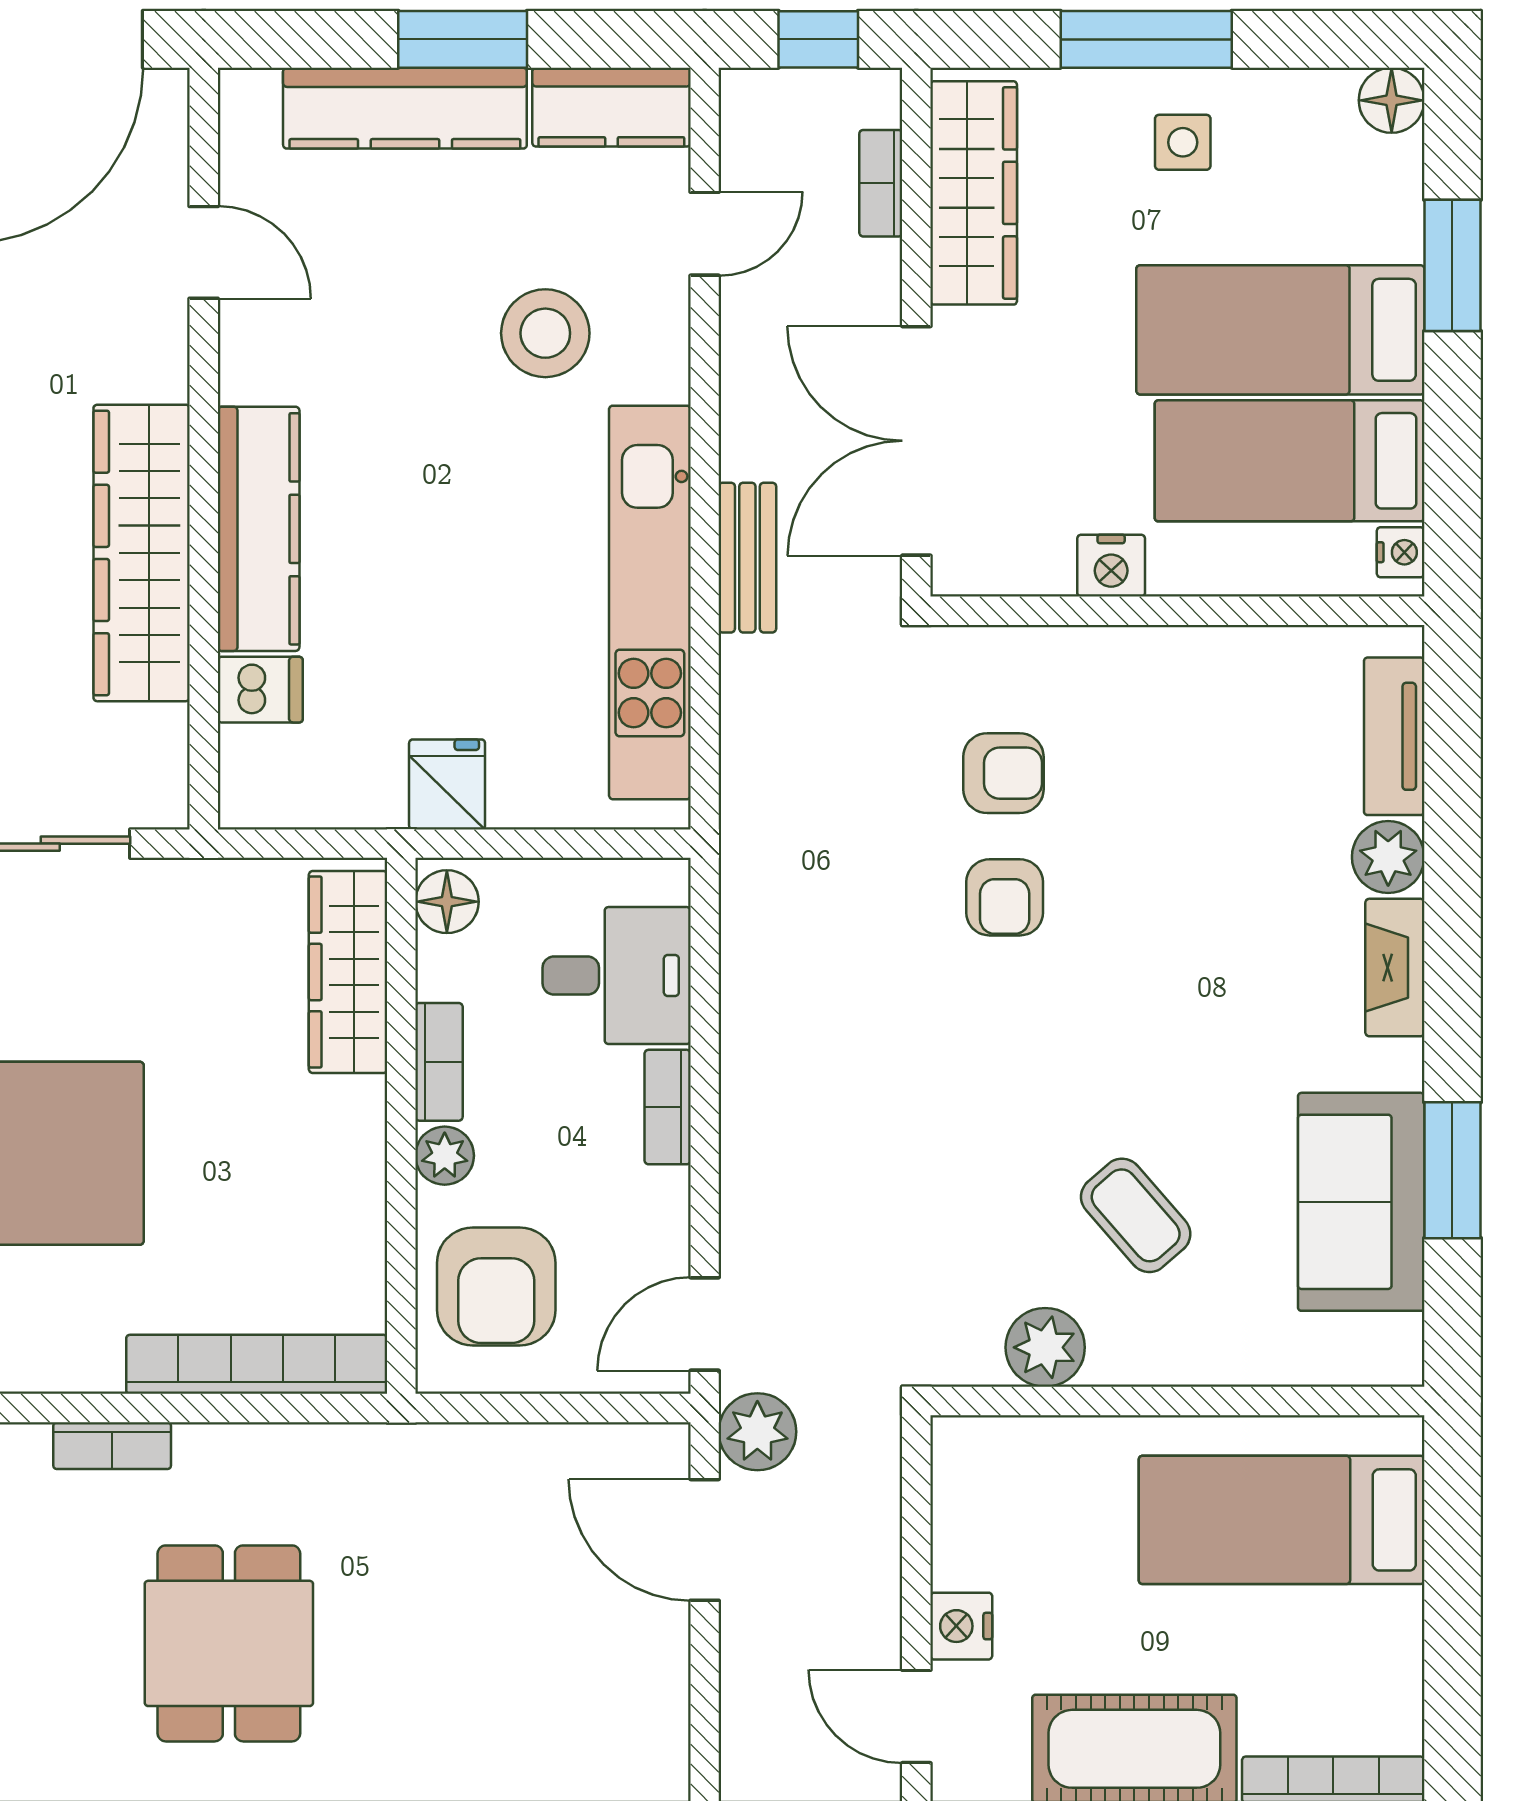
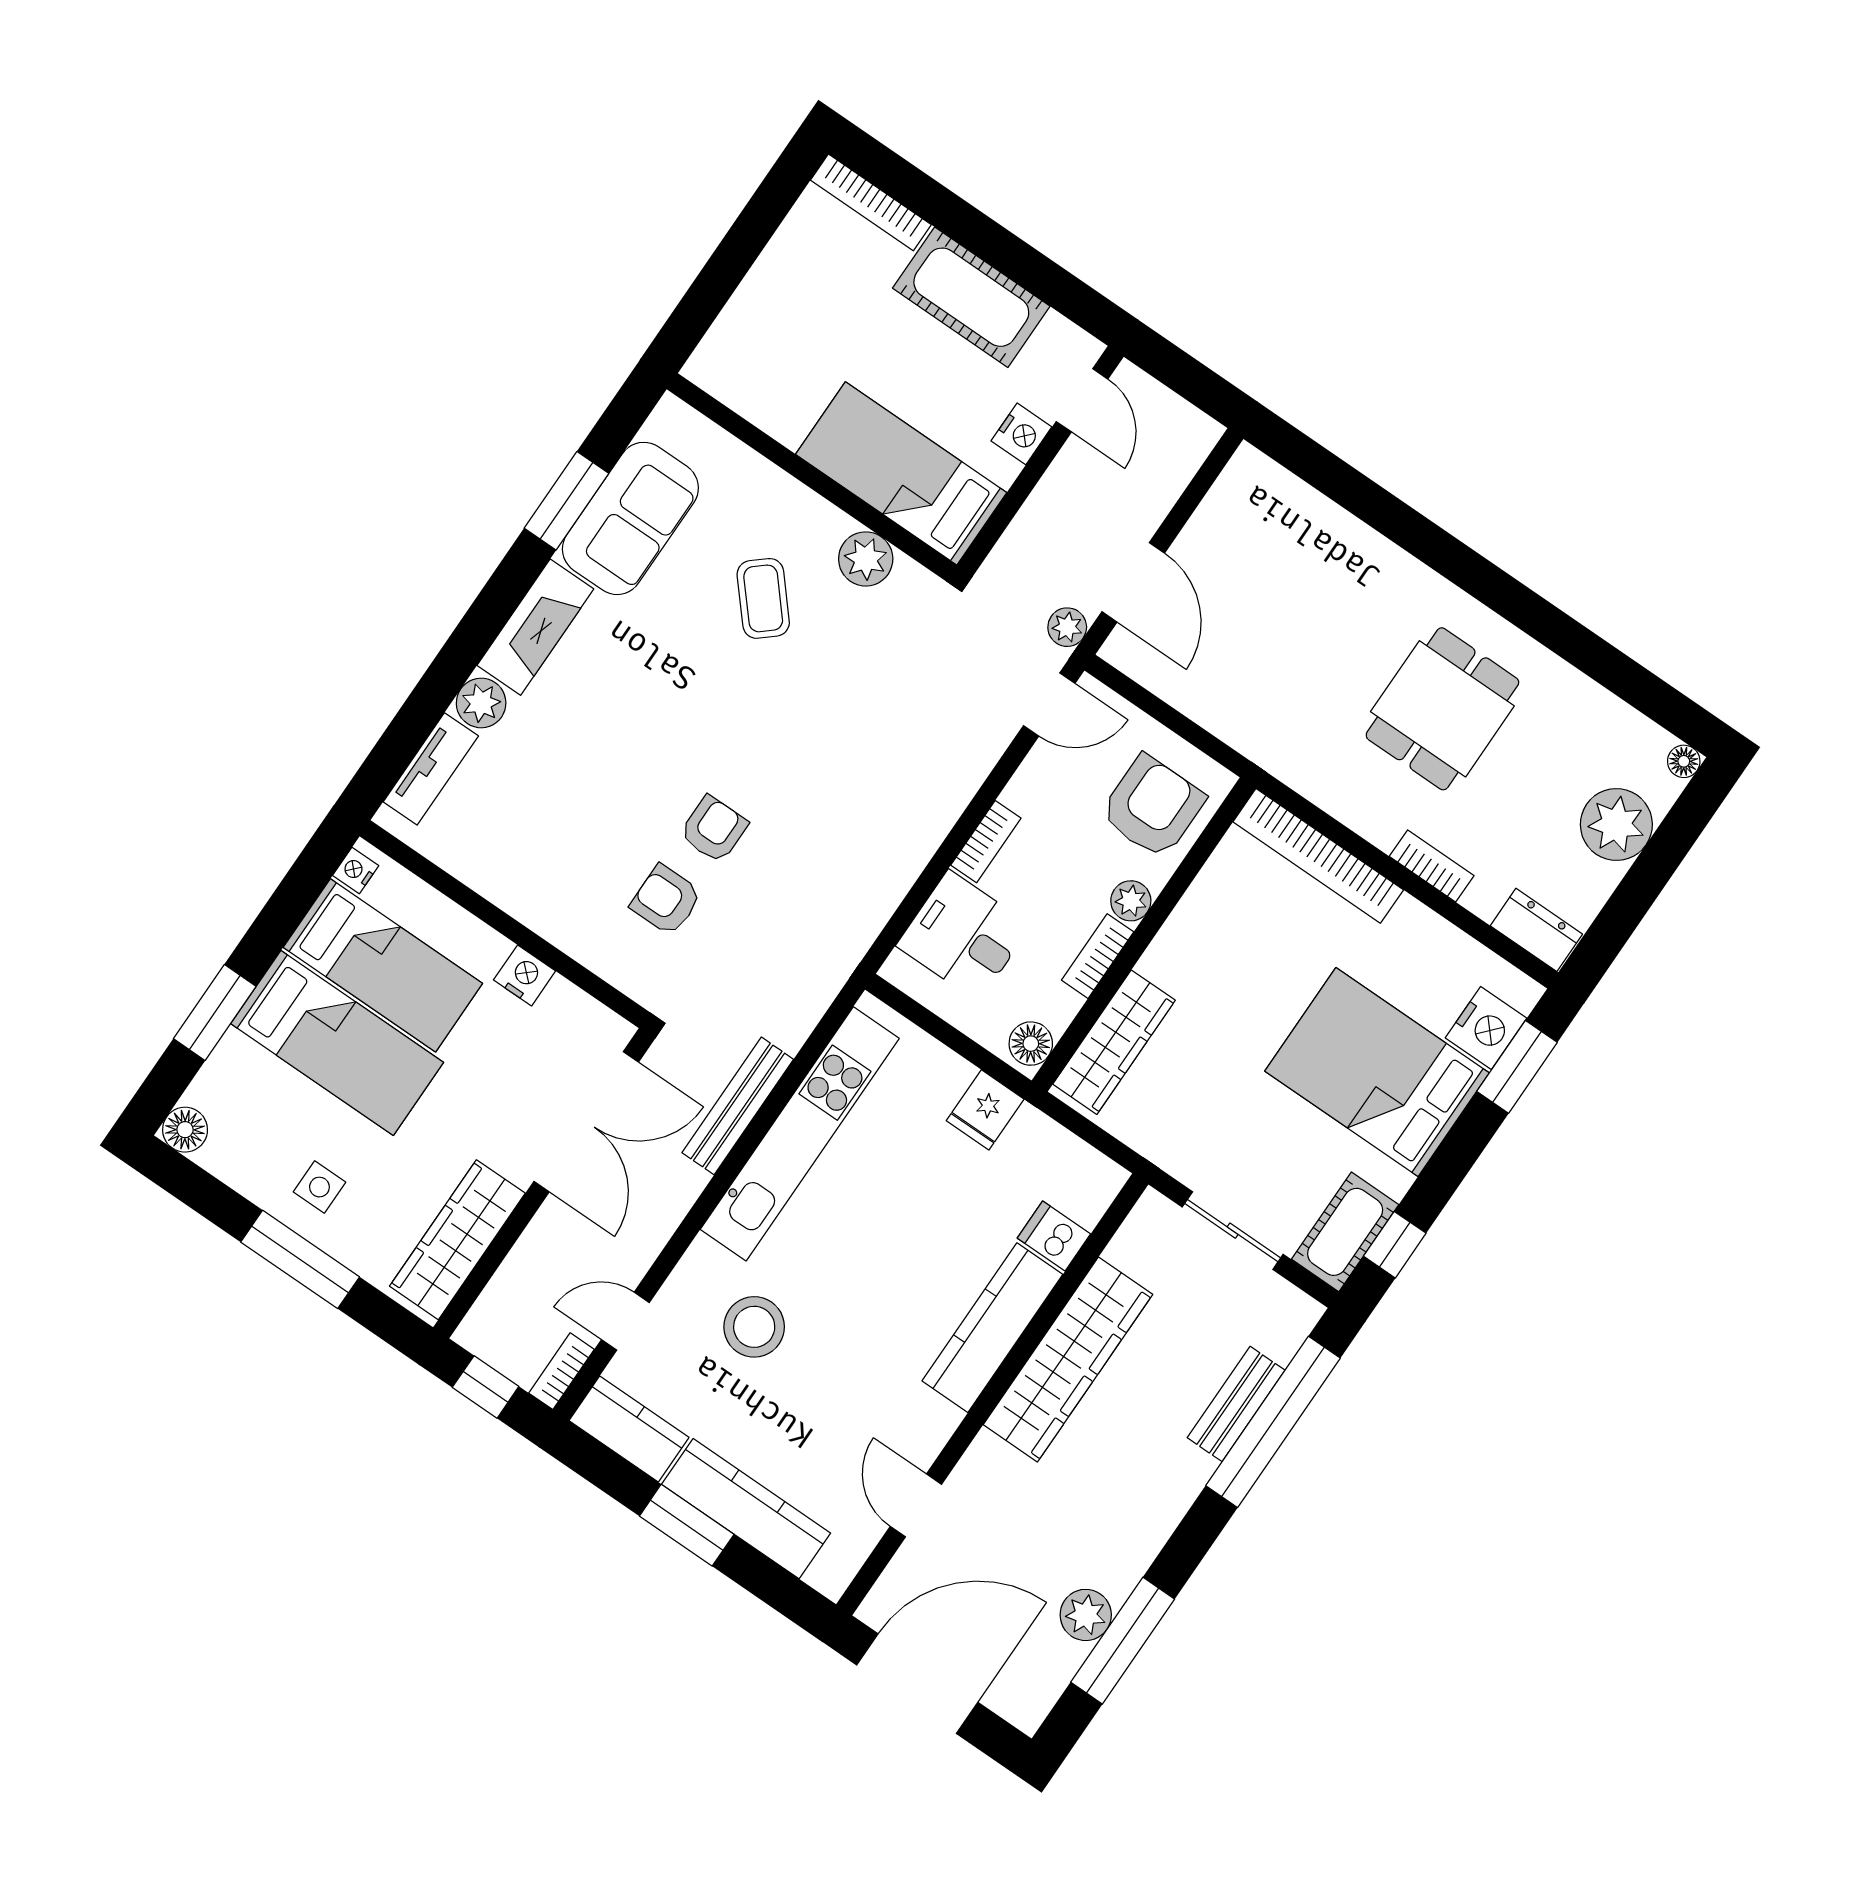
bookcase: (881, 183) -> (562, 1371), moved, turned 180
bench: (747, 558) -> (738, 1106), width x1.36
fireplace: (1395, 968) -> (535, 627), width x1.37, depth x1.32
plant: (757, 1432) -> (1067, 627), width x0.73, depth x0.73
bed: (1282, 1520) -> (901, 473), moved, turned 180

